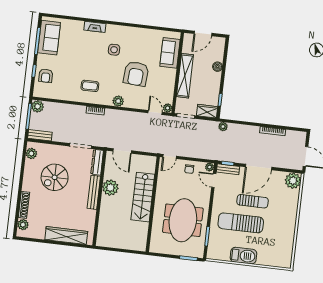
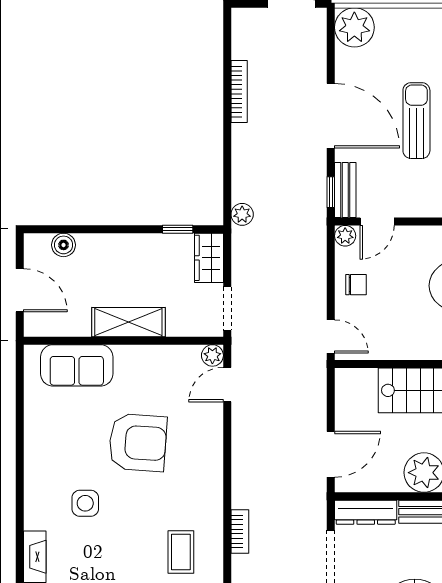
boiler: (218, 67) -> (64, 245), moved
shelving: (185, 76) -> (128, 322), width x0.68
plant: (118, 101) -> (210, 478), removed

